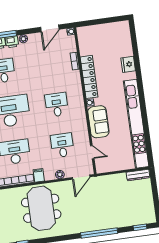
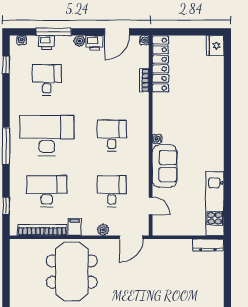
printer: (12, 42) -> (94, 43), moved
fridge: (128, 64) -> (215, 46), moved
locker: (89, 77) -> (160, 64), moved
kitchen unit: (136, 124) -> (215, 203), width x0.54

